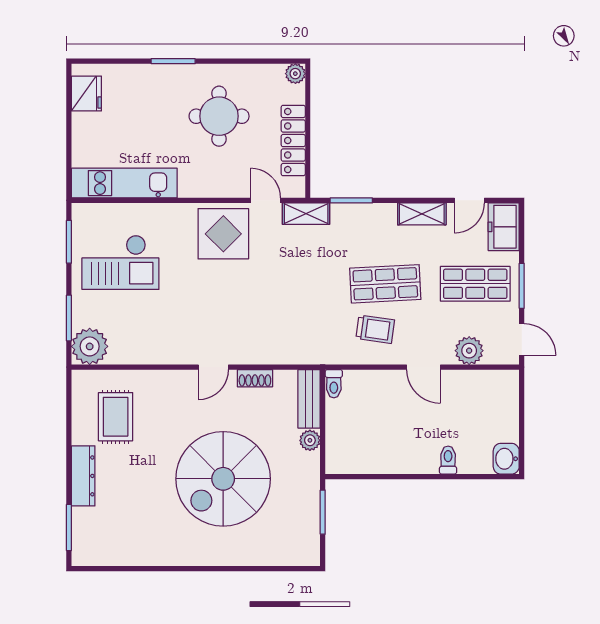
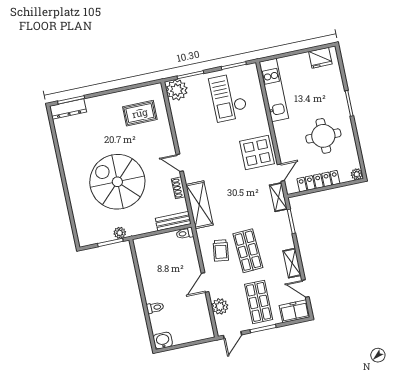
shelving: (291, 349) -> (199, 205), added
plant: (310, 440) -> (120, 233), moved
dresser: (83, 476) -> (68, 109), moved

